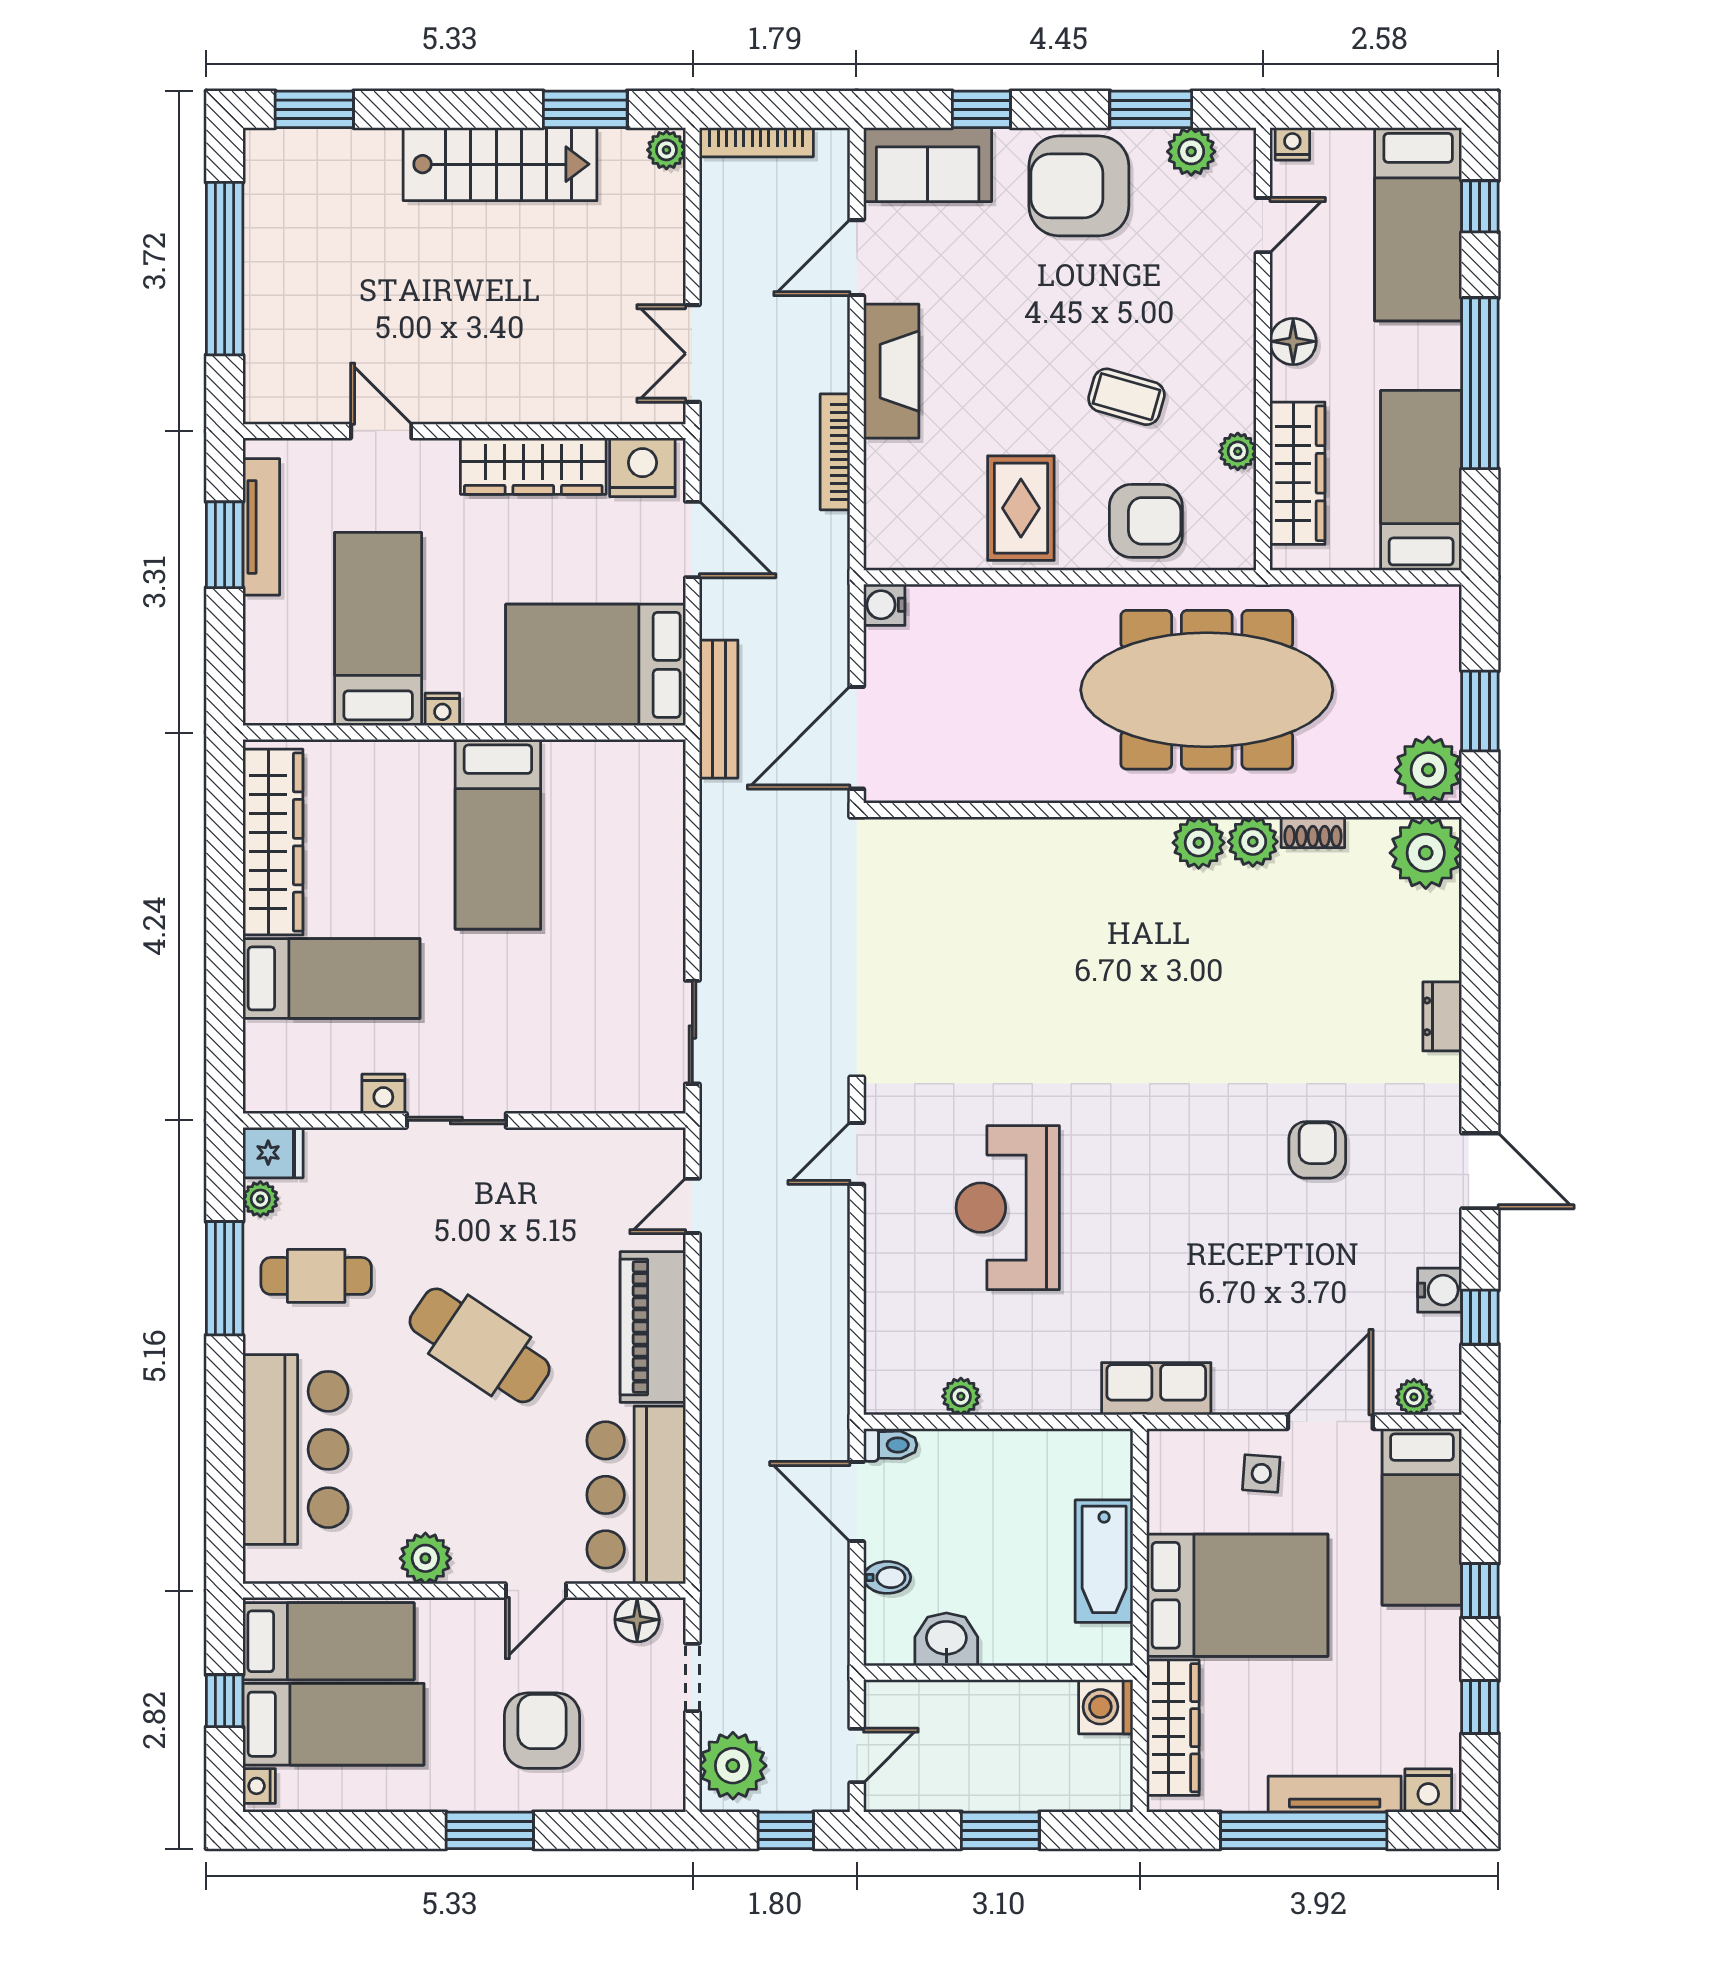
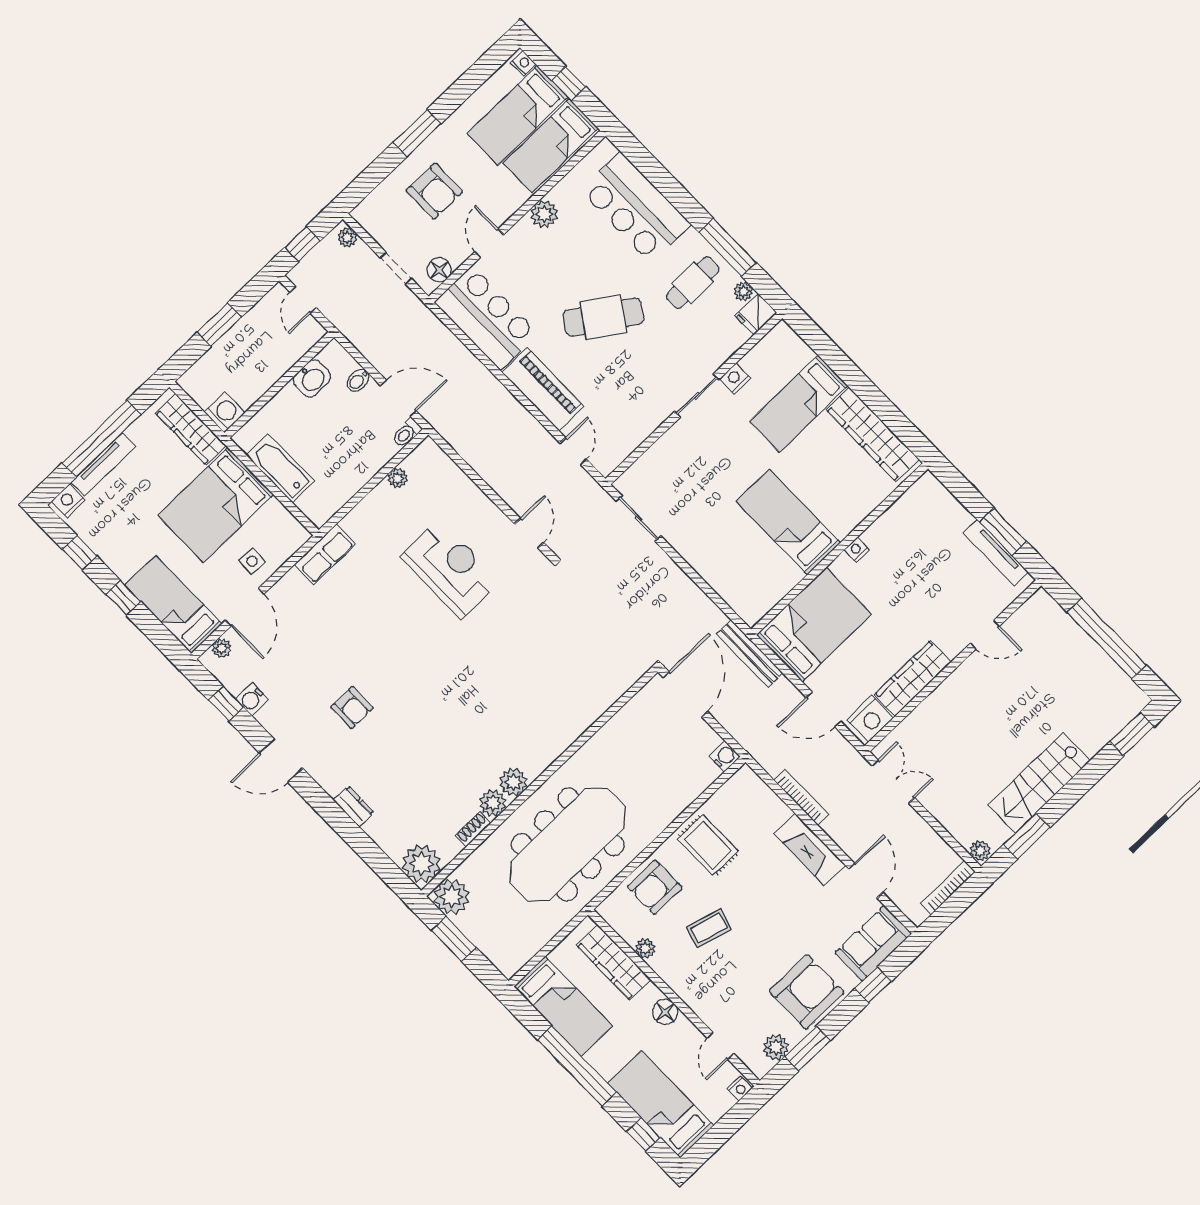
bed: (378, 629) -> (912, 557), removed
plant: (733, 1766) -> (347, 237), width x0.53, depth x0.53

